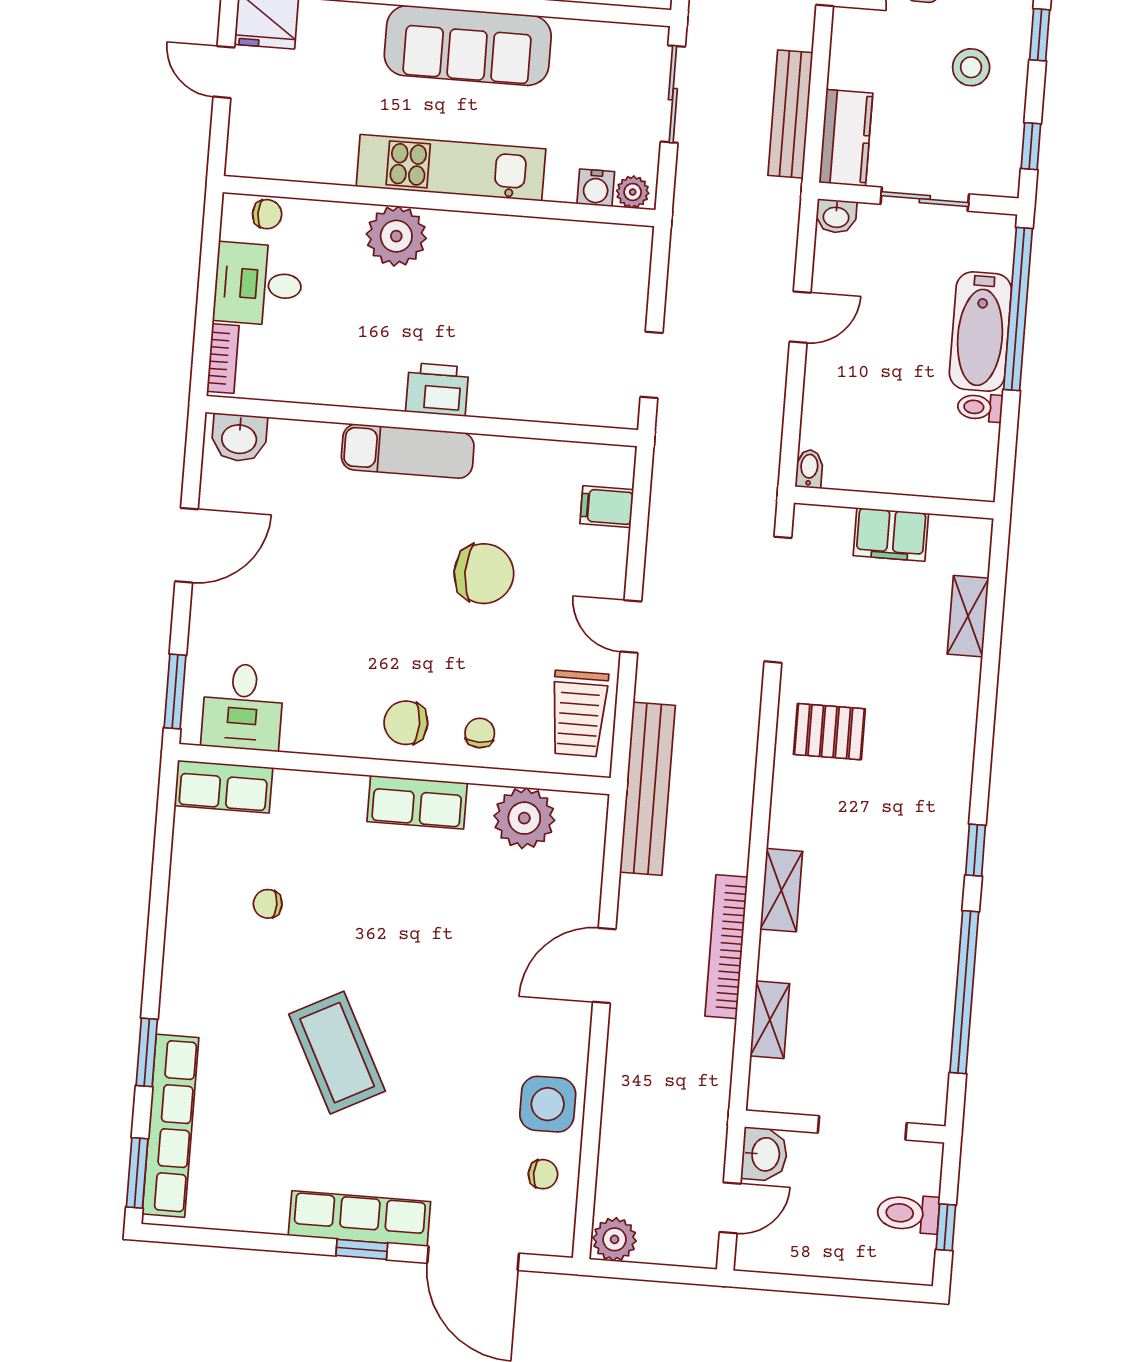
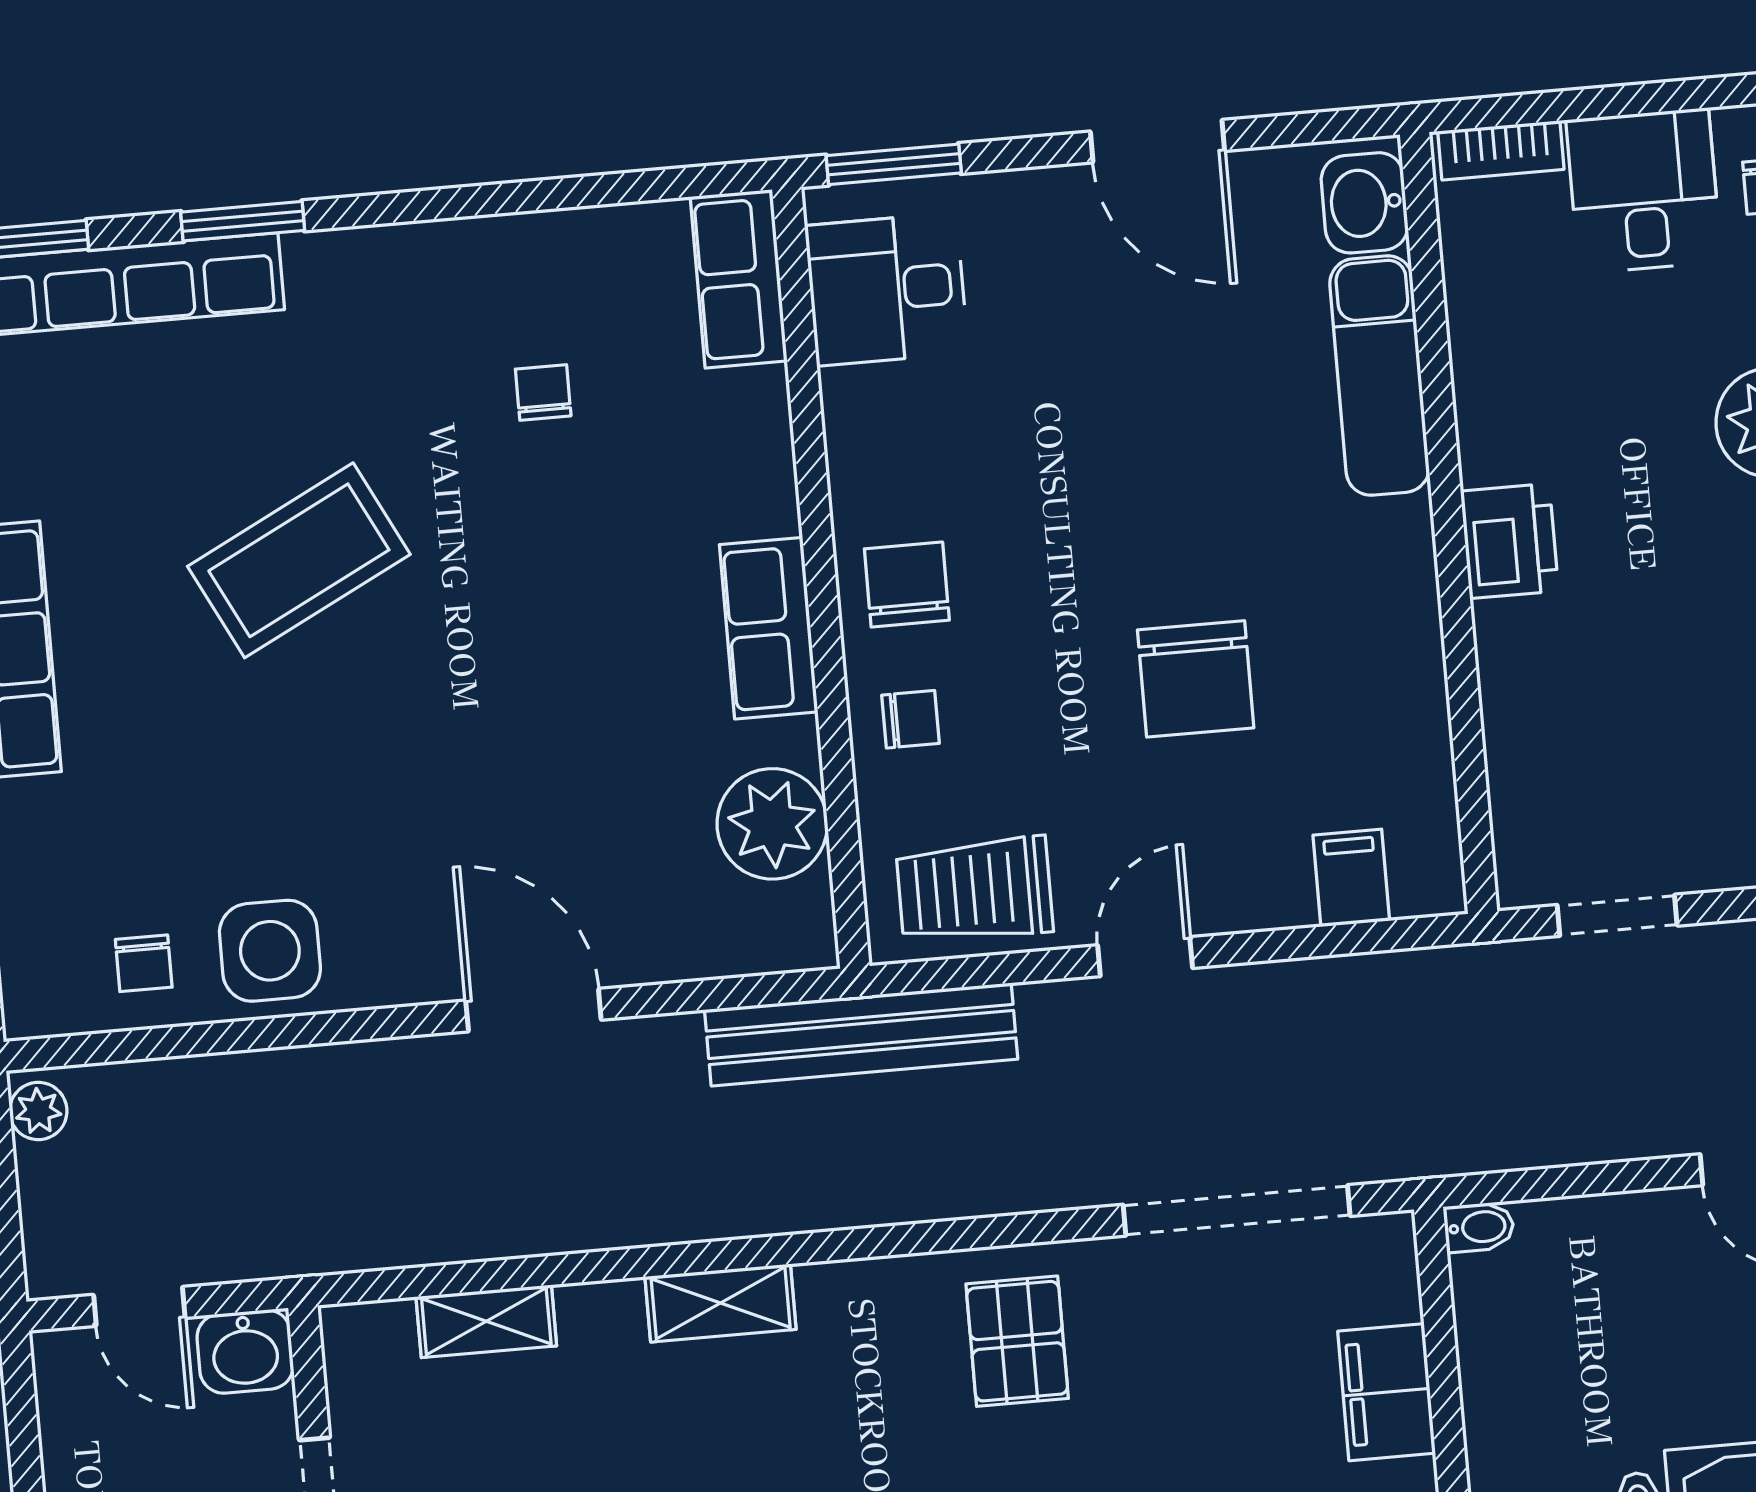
exam couch: (408, 451) -> (1379, 376), moved
bookcase: (726, 947) -> (604, 1222), removed
plant: (615, 1239) -> (38, 1111), width x0.73, depth x0.73

